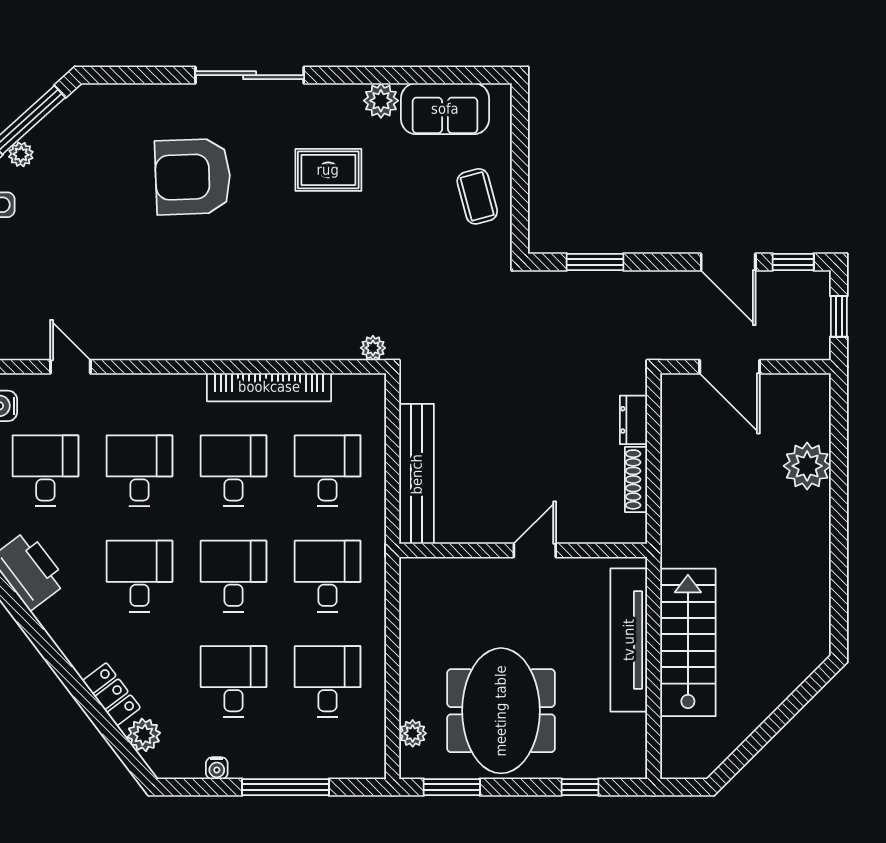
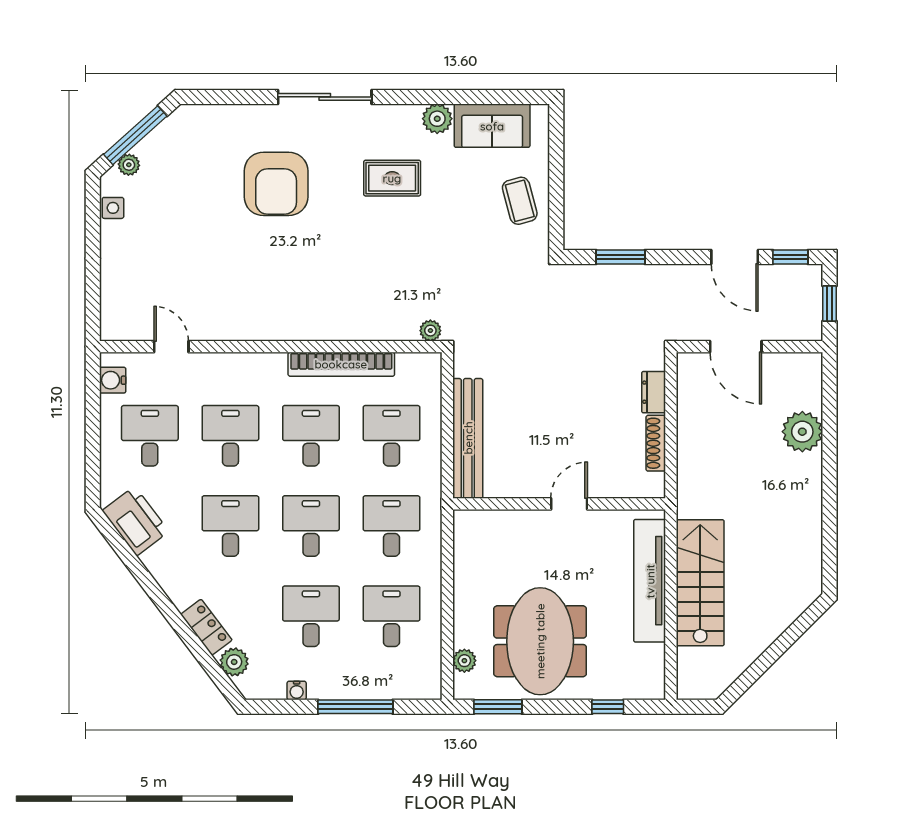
armchair: (193, 177) -> (276, 184), turned -88

